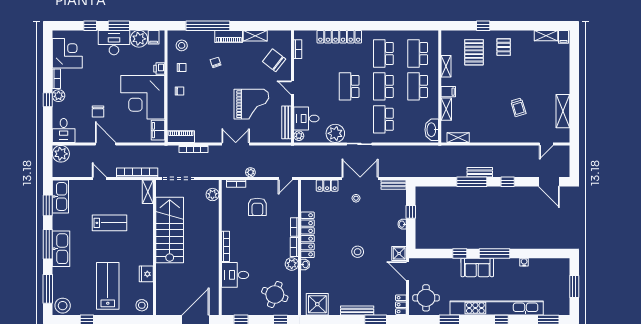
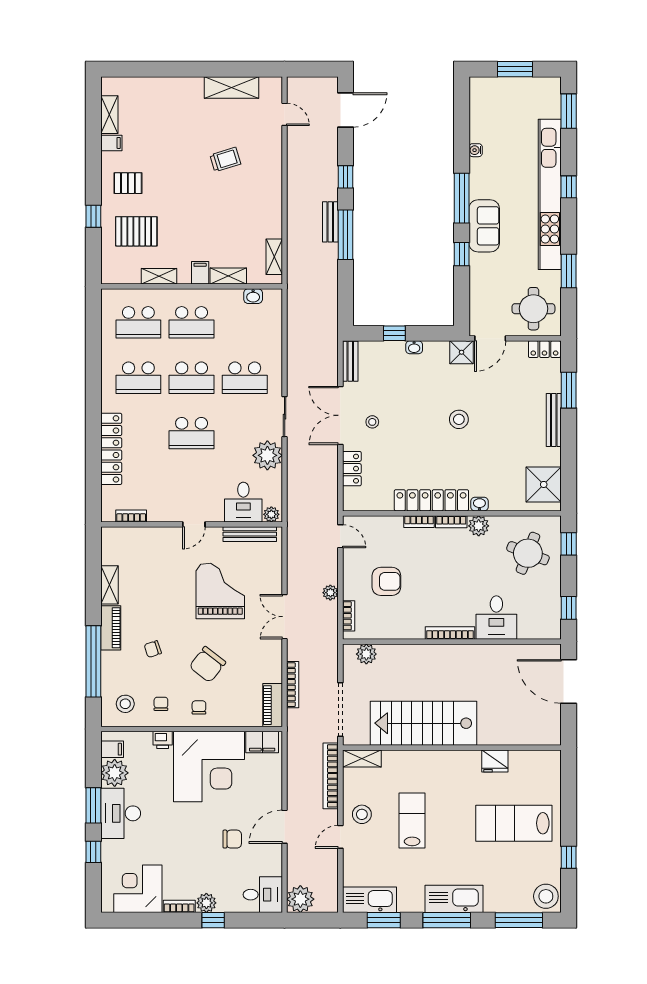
filing cabinet: (564, 37) -> (111, 143), moved
chair: (274, 60) -> (207, 664), moved
washbasin: (432, 130) -> (253, 296), width x0.52, depth x0.69
stool: (142, 305) -> (362, 814), moved

